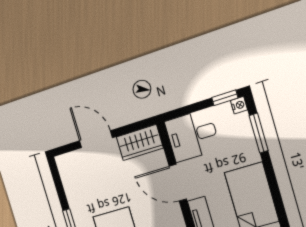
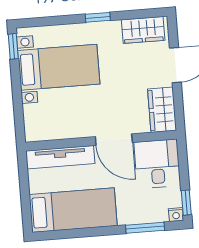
wardrobe: (71, 177) -> (143, 30), added
door: (178, 183) -> (114, 140), swing flipped

